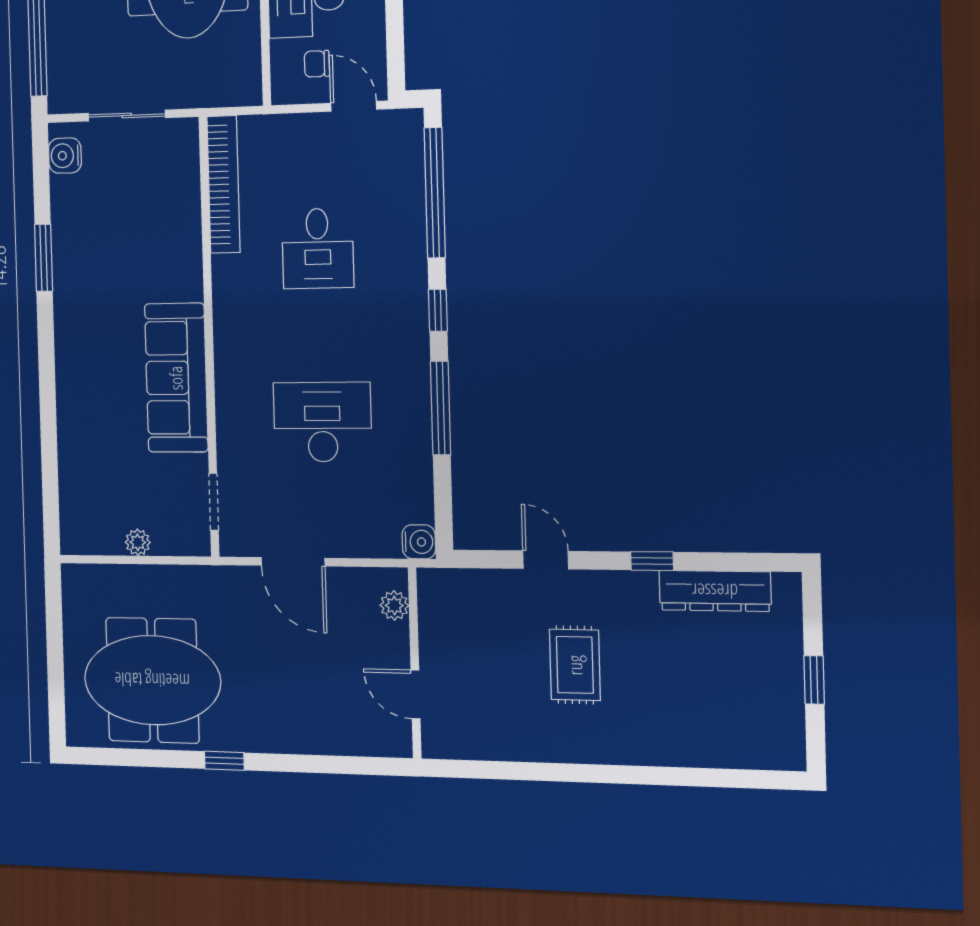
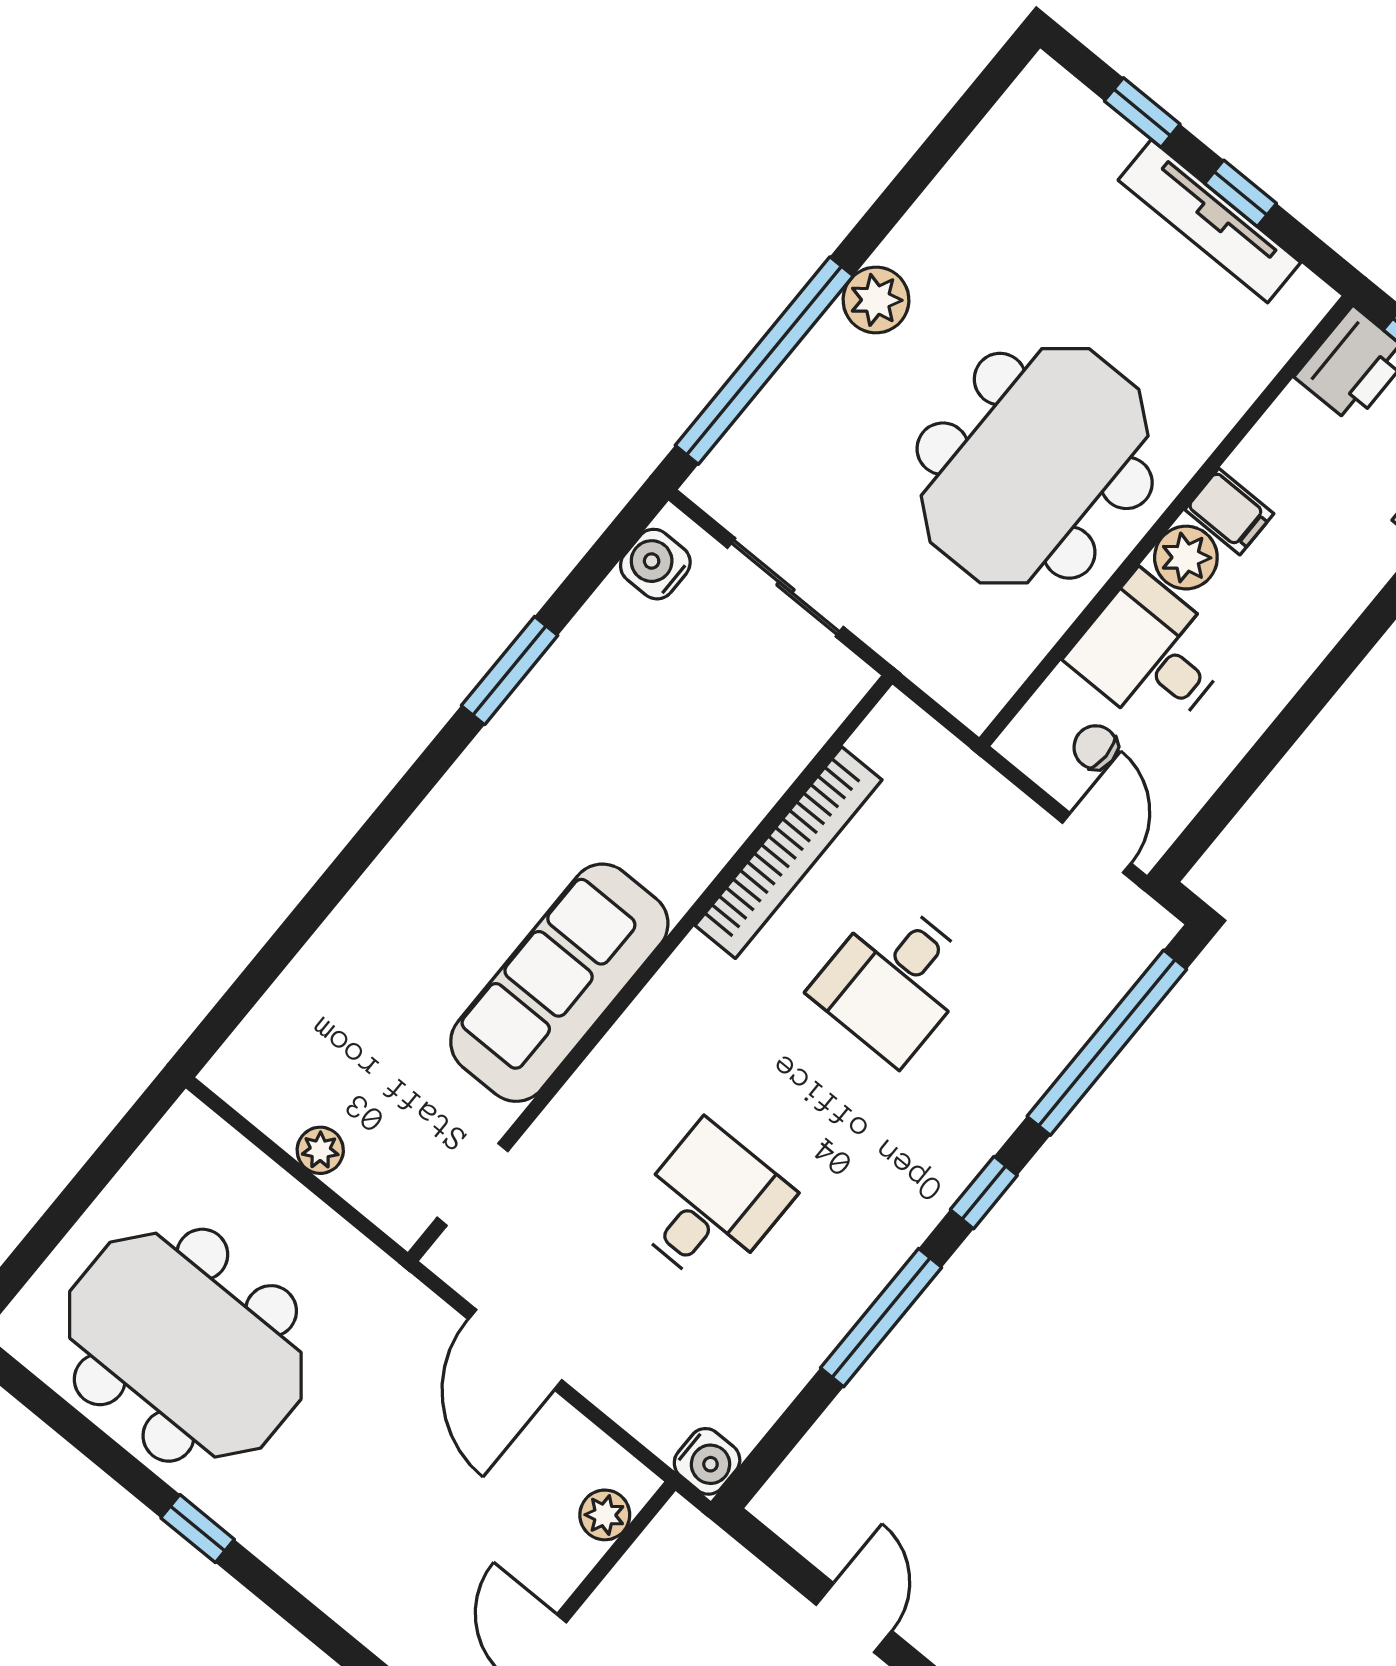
bookcase: (223, 184) -> (789, 853), moved
desk: (322, 422) -> (709, 1205), width x0.73

